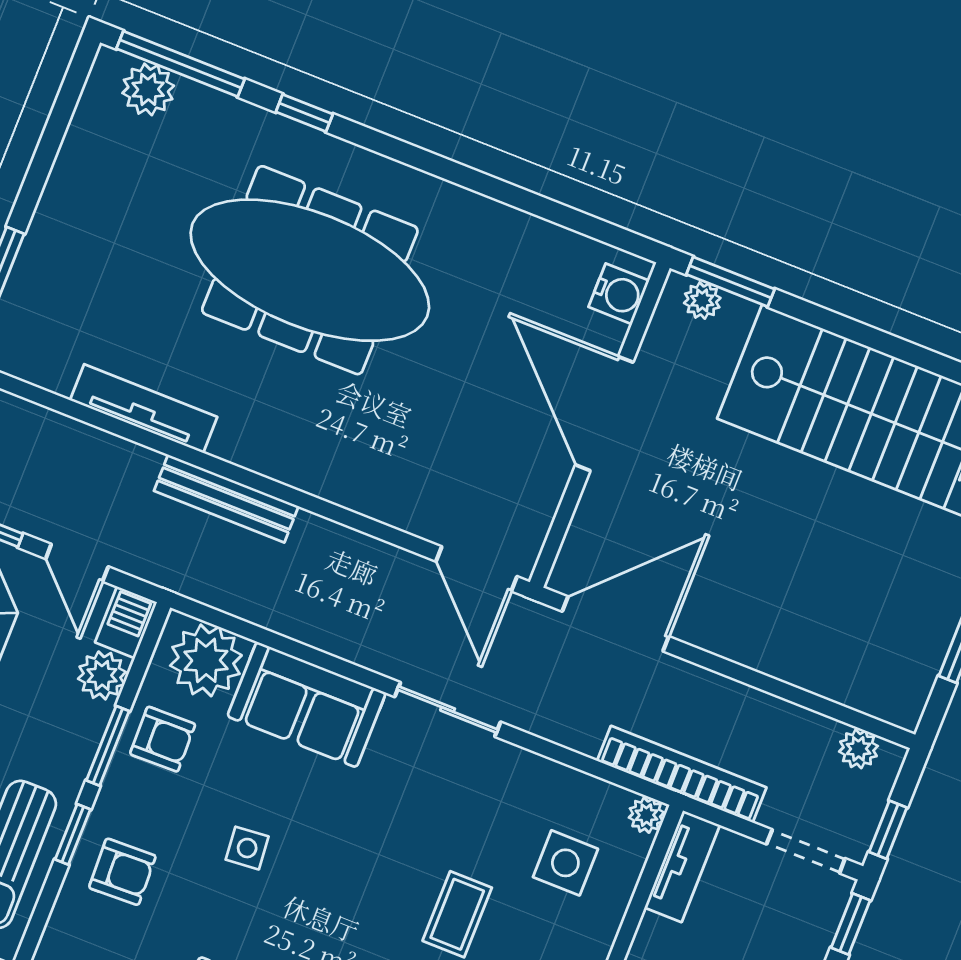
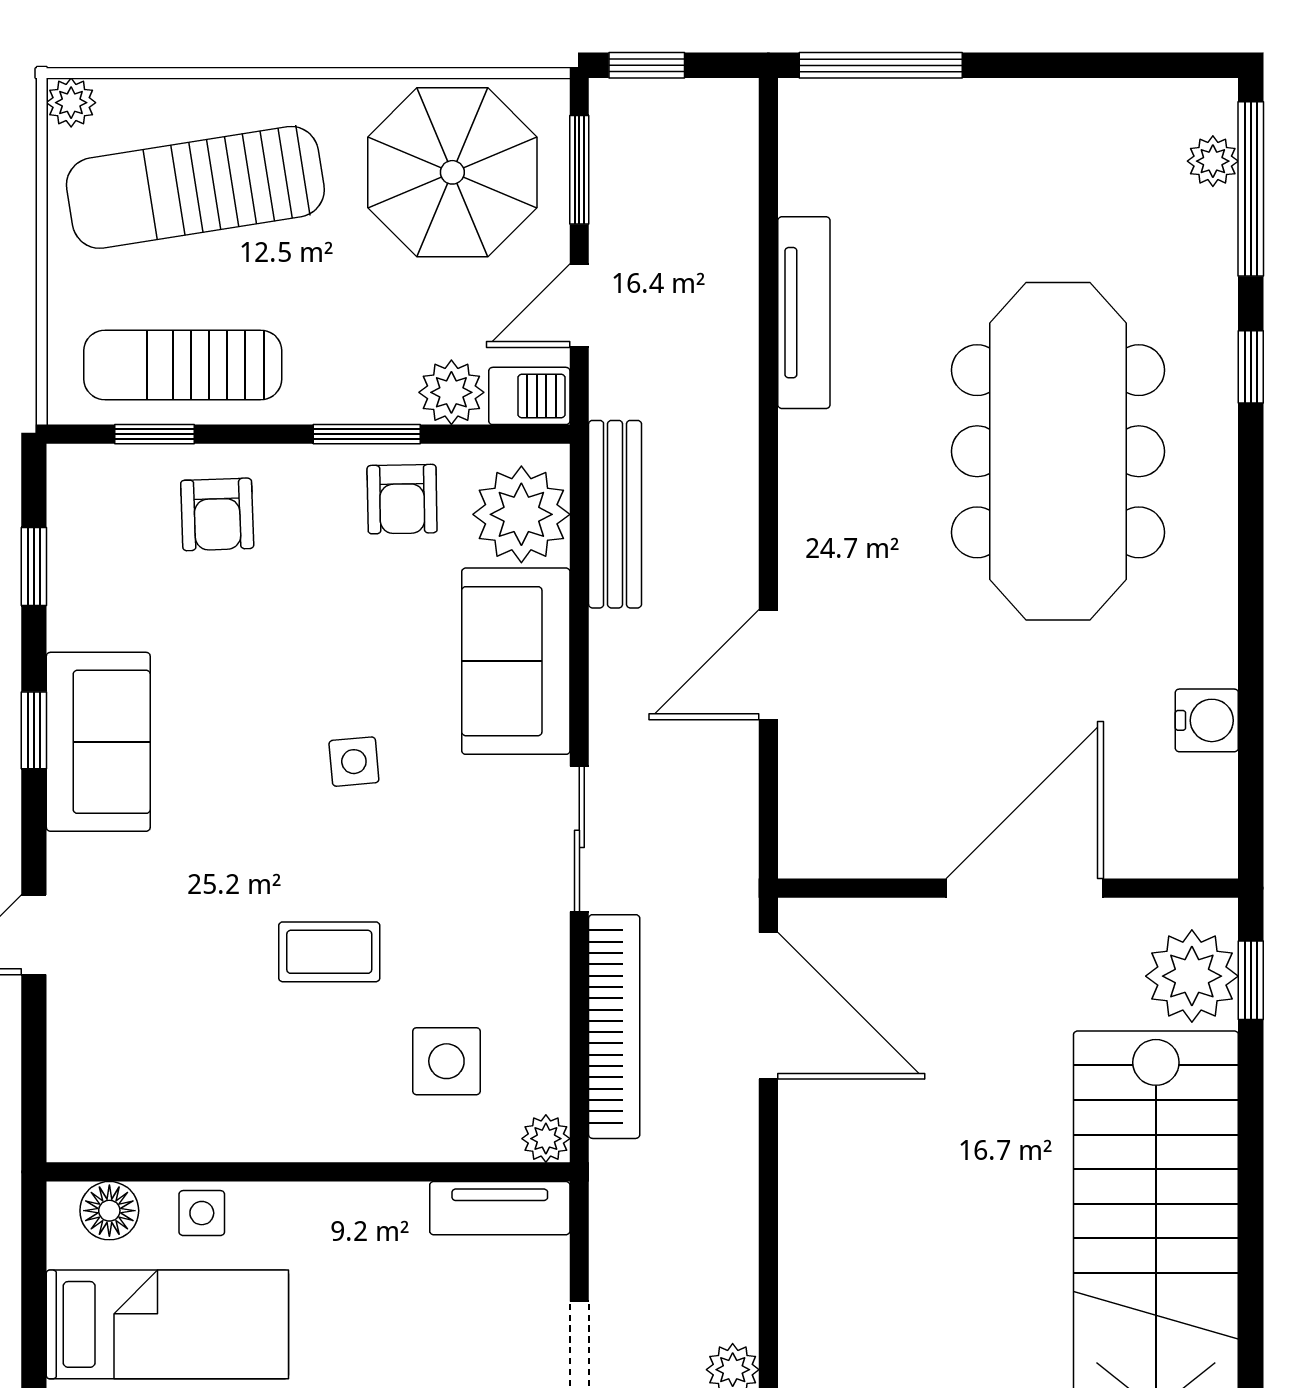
plant: (148, 89) -> (1213, 161), width x0.73, depth x0.73
window: (730, 282) -> (1251, 980), width x0.67
water cooler: (619, 294) -> (1207, 720), moved, turned -90
plant: (702, 301) -> (1192, 976), width x1.87, depth x1.87
bench: (226, 499) -> (615, 514), moved
door: (476, 569) -> (768, 665), moved
bookcase: (682, 774) -> (614, 1027), moved
window: (73, 834) -> (154, 434), moved
side table: (247, 848) -> (354, 762), moved

